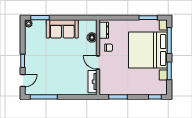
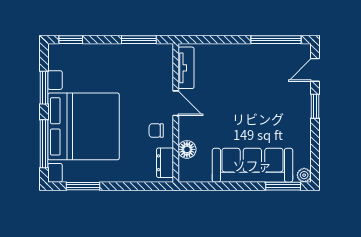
sofa: (62, 29) -> (252, 165), width x1.36

